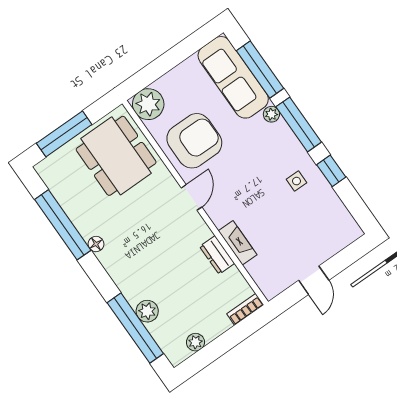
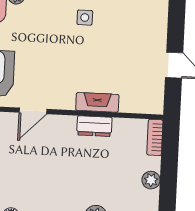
door: (192, 197) -> (33, 111), swing flipped
plant: (195, 342) -> (151, 180), moved

